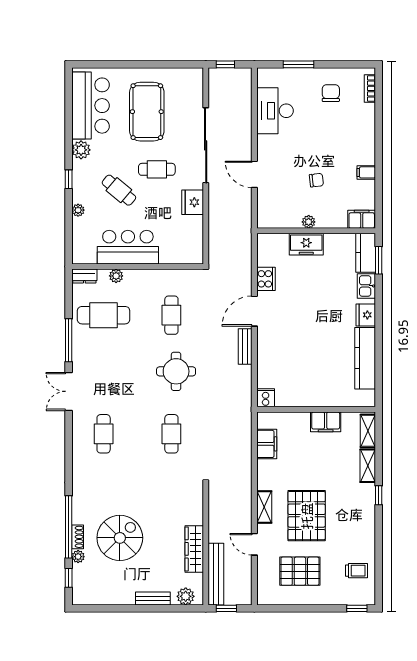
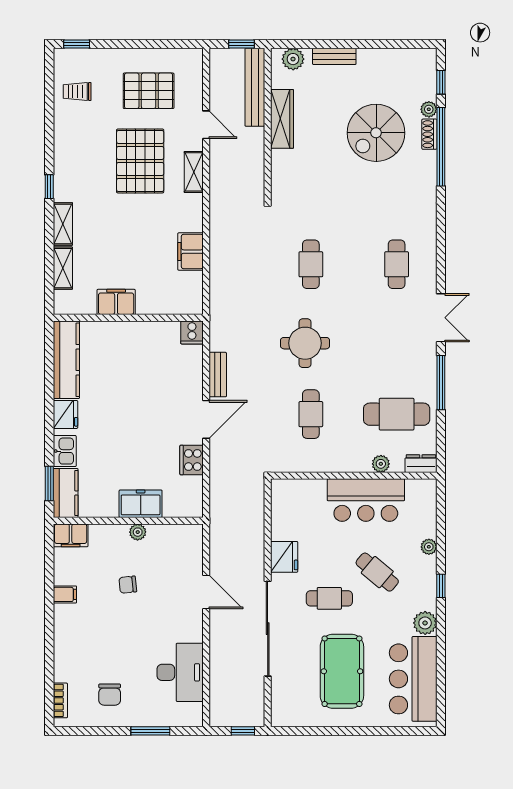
cooker: (266, 398) -> (192, 332), moved
wall: (316, 409) -> (128, 318), moved
filing cabinet: (326, 422) -> (116, 302), moved

